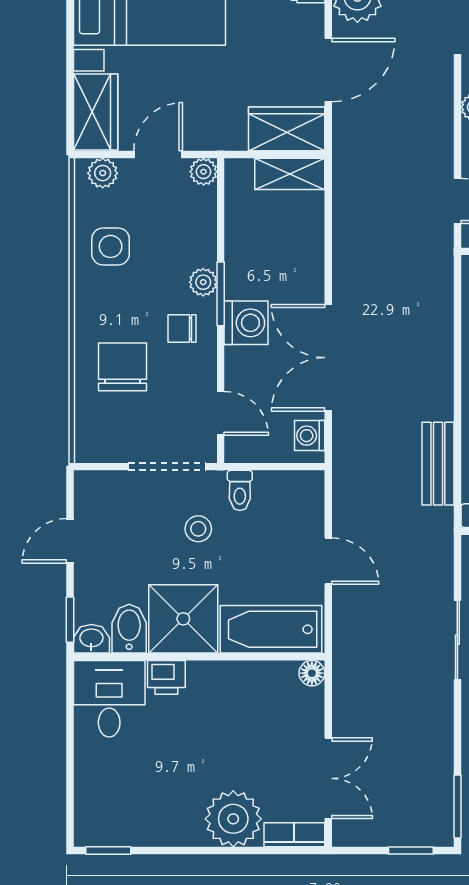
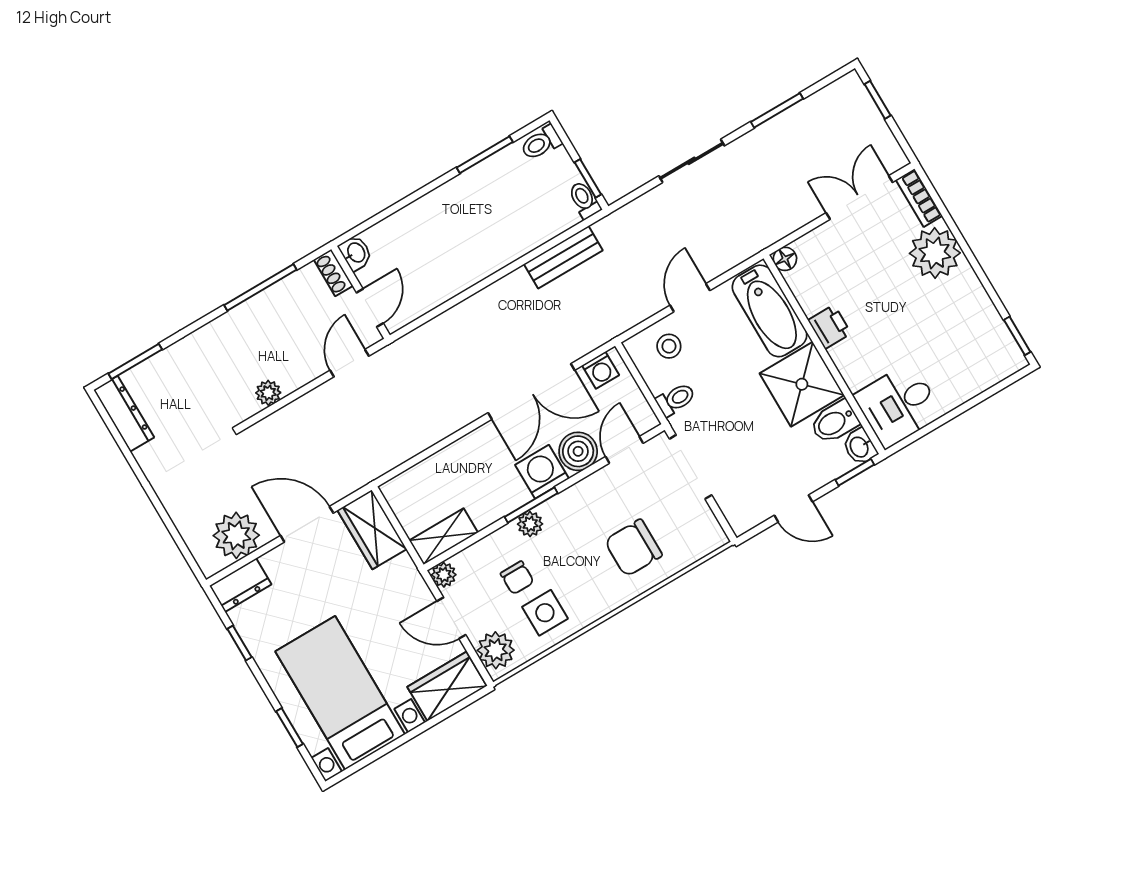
plant: (103, 173) -> (496, 650), width x1.38, depth x1.38
shelving: (290, 174) -> (444, 536), moved, turned 90
chair: (182, 329) -> (517, 578), moved
boiler: (245, 369) -> (578, 451), added
stool: (198, 529) -> (669, 346), moved
printer: (166, 677) -> (830, 327), moved
window: (457, 806) -> (777, 110), moved

